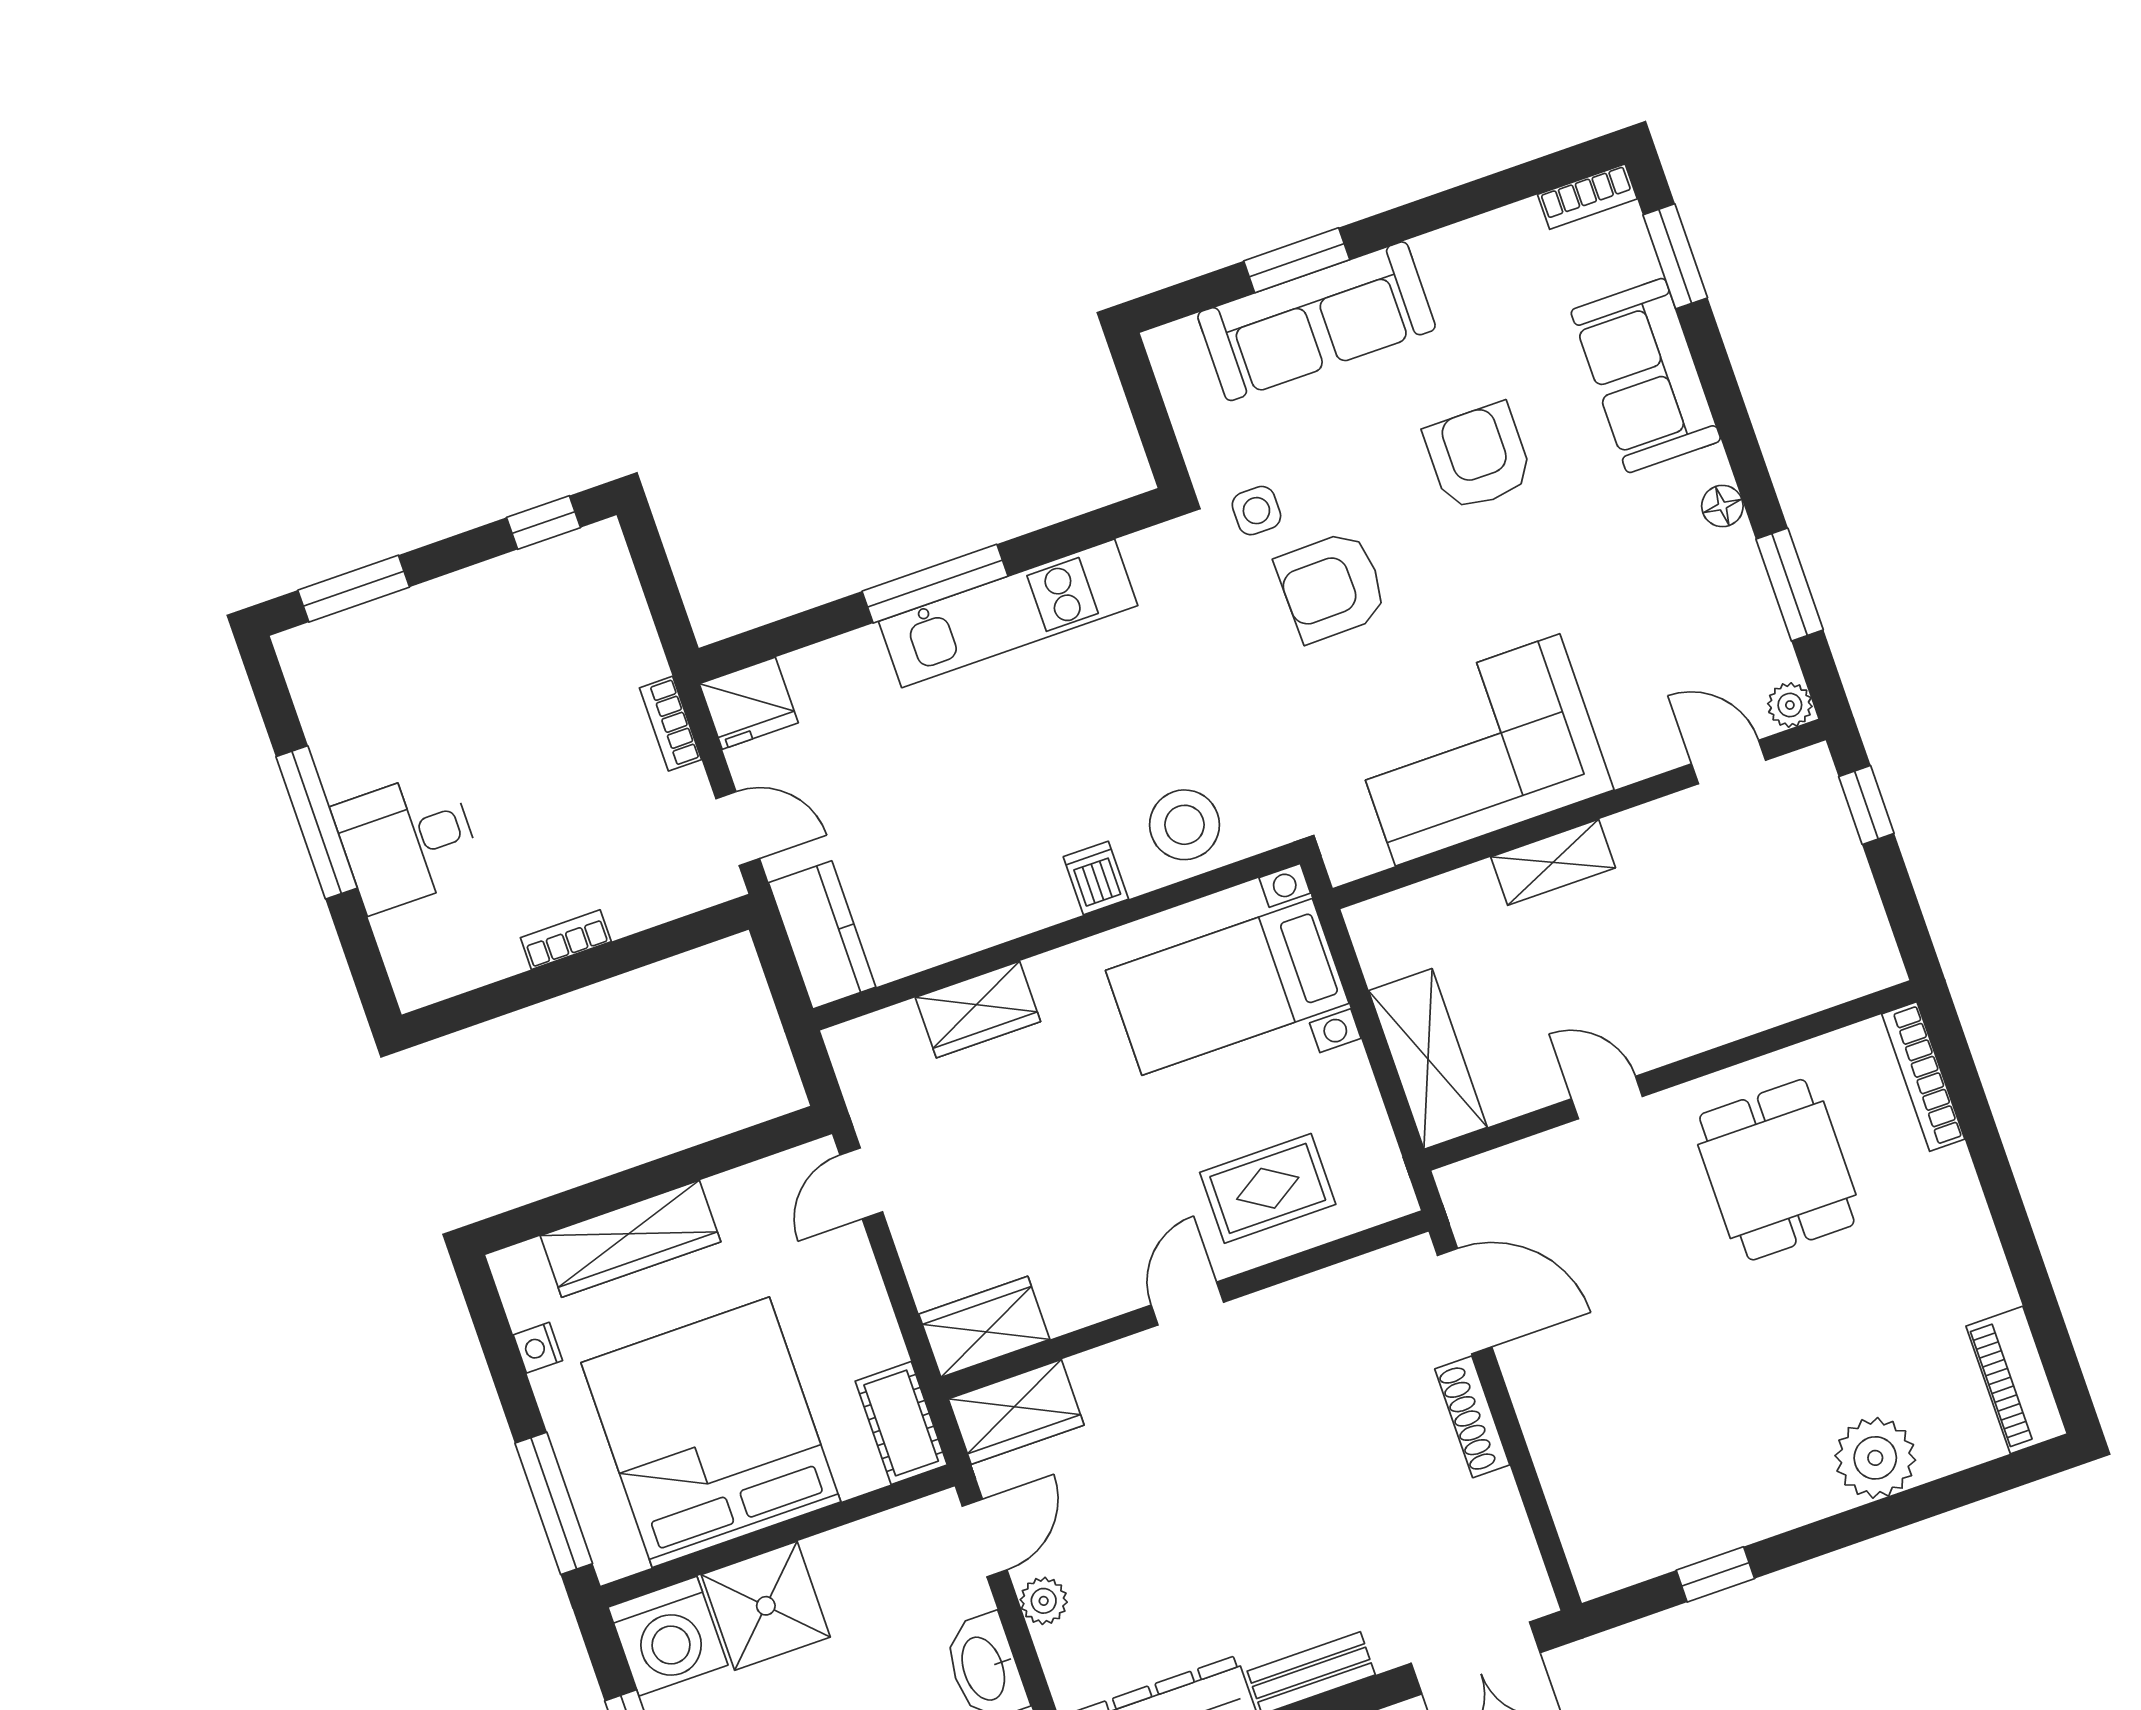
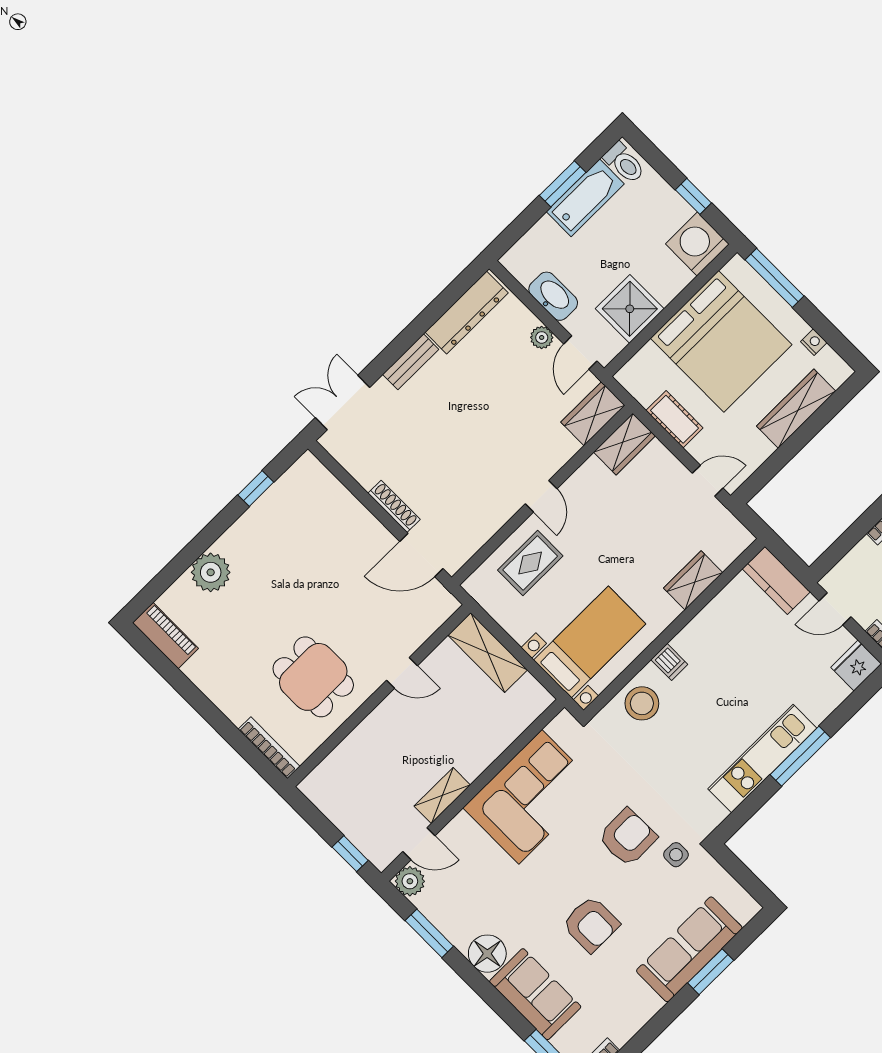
floor lamp: (1722, 506) -> (487, 954), width x1.89, depth x1.89
plant: (1790, 705) -> (410, 881), width x1.38, depth x1.38
shelving: (1553, 862) -> (442, 795), moved
door: (861, 1183) -> (708, 481), hinge flipped
cot: (901, 1423) -> (674, 419), moved
shower: (766, 1606) -> (630, 309), moved

